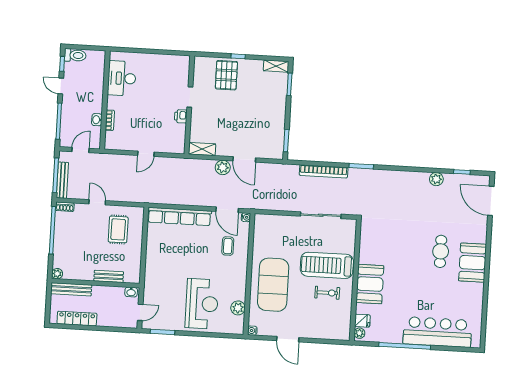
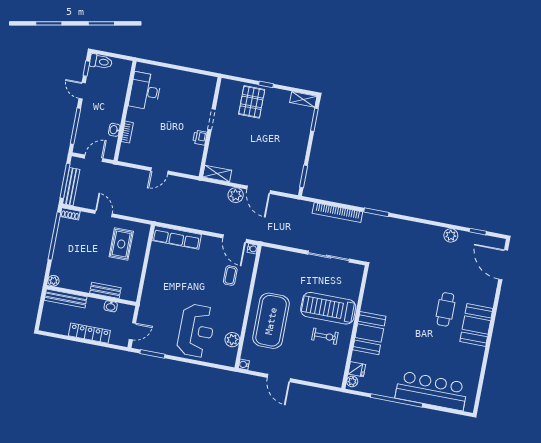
row of seats: (179, 216) -> (177, 237), width x0.73
washbasin: (131, 292) -> (111, 306), moved
locker: (77, 319) -> (89, 333), moved

